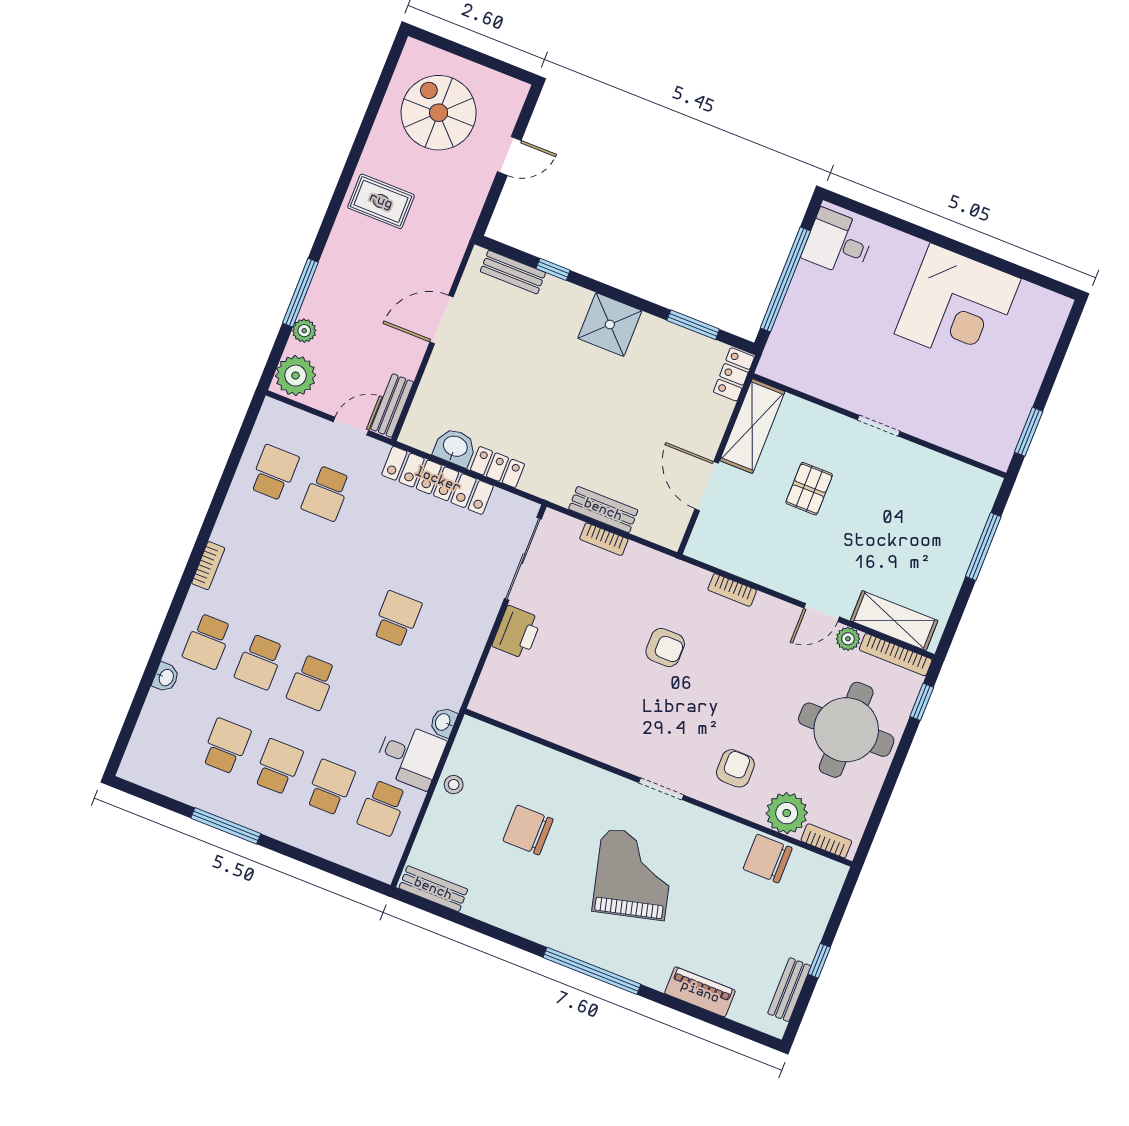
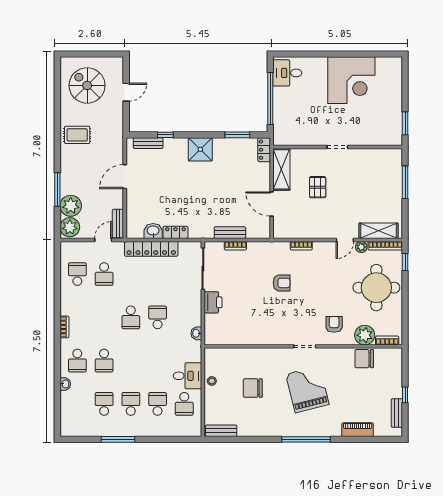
plant: (304, 331) -> (71, 206), width x1.87, depth x1.87
school desk: (312, 682) -> (131, 317), moved
washbasin: (443, 722) -> (196, 333), moved

